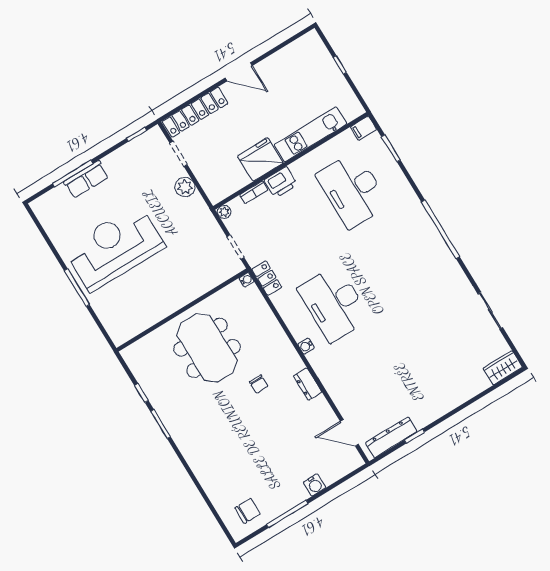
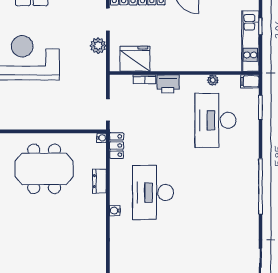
kitchen unit: (310, 134) -> (250, 41), moved, turned -90
fridge: (260, 159) -> (135, 59), moved
plant: (224, 212) -> (213, 80), moved
meeting table: (207, 348) -> (44, 169), turned 90
chair: (259, 384) -> (65, 217), removed
dresser: (308, 384) -> (99, 181), moved

